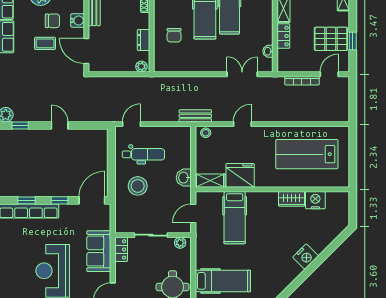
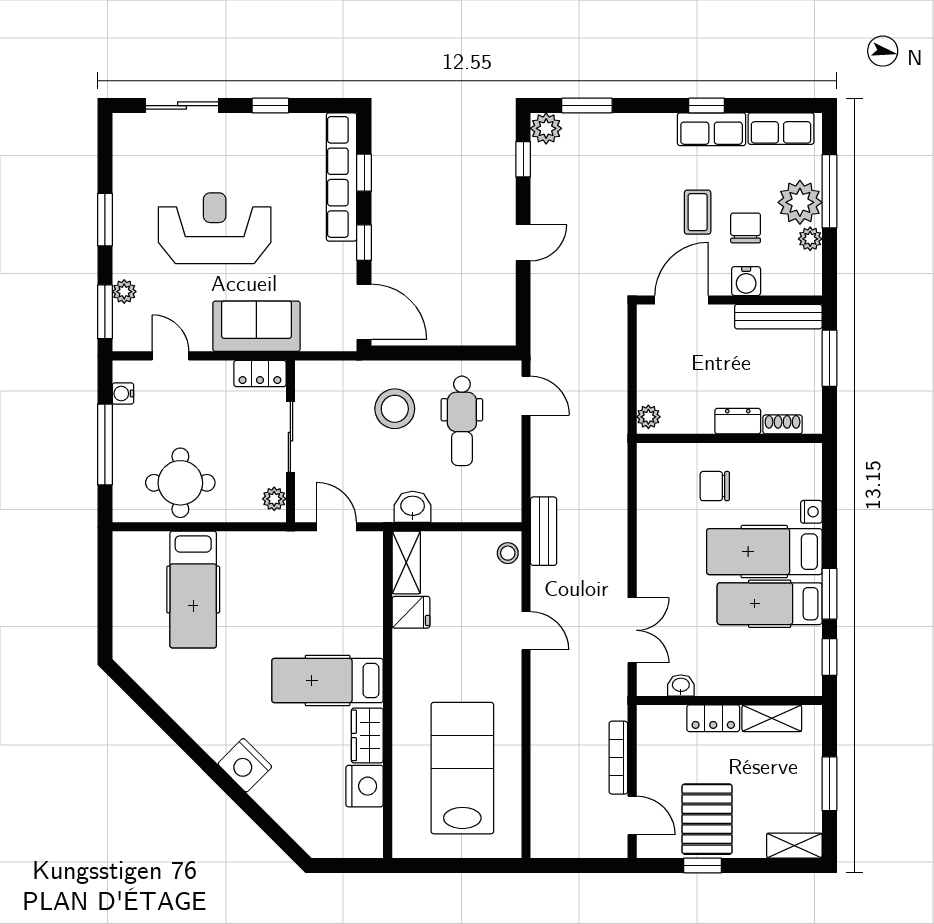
chair: (52, 21) -> (746, 228), turned 180
dresser: (143, 40) -> (738, 421), moved
fridge: (240, 175) -> (411, 612), width x0.53, depth x0.75
hospital bed: (235, 218) -> (328, 681), moved

